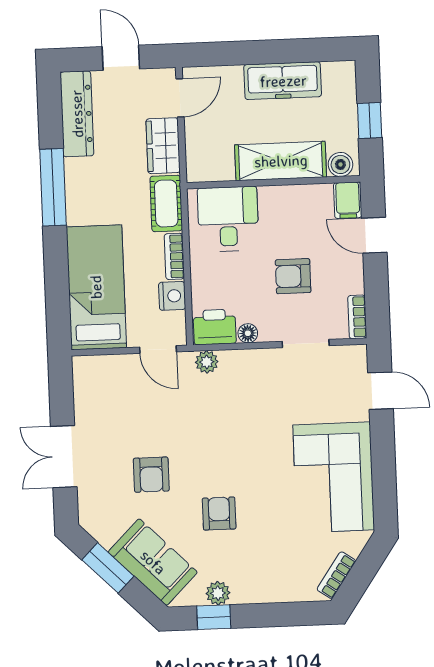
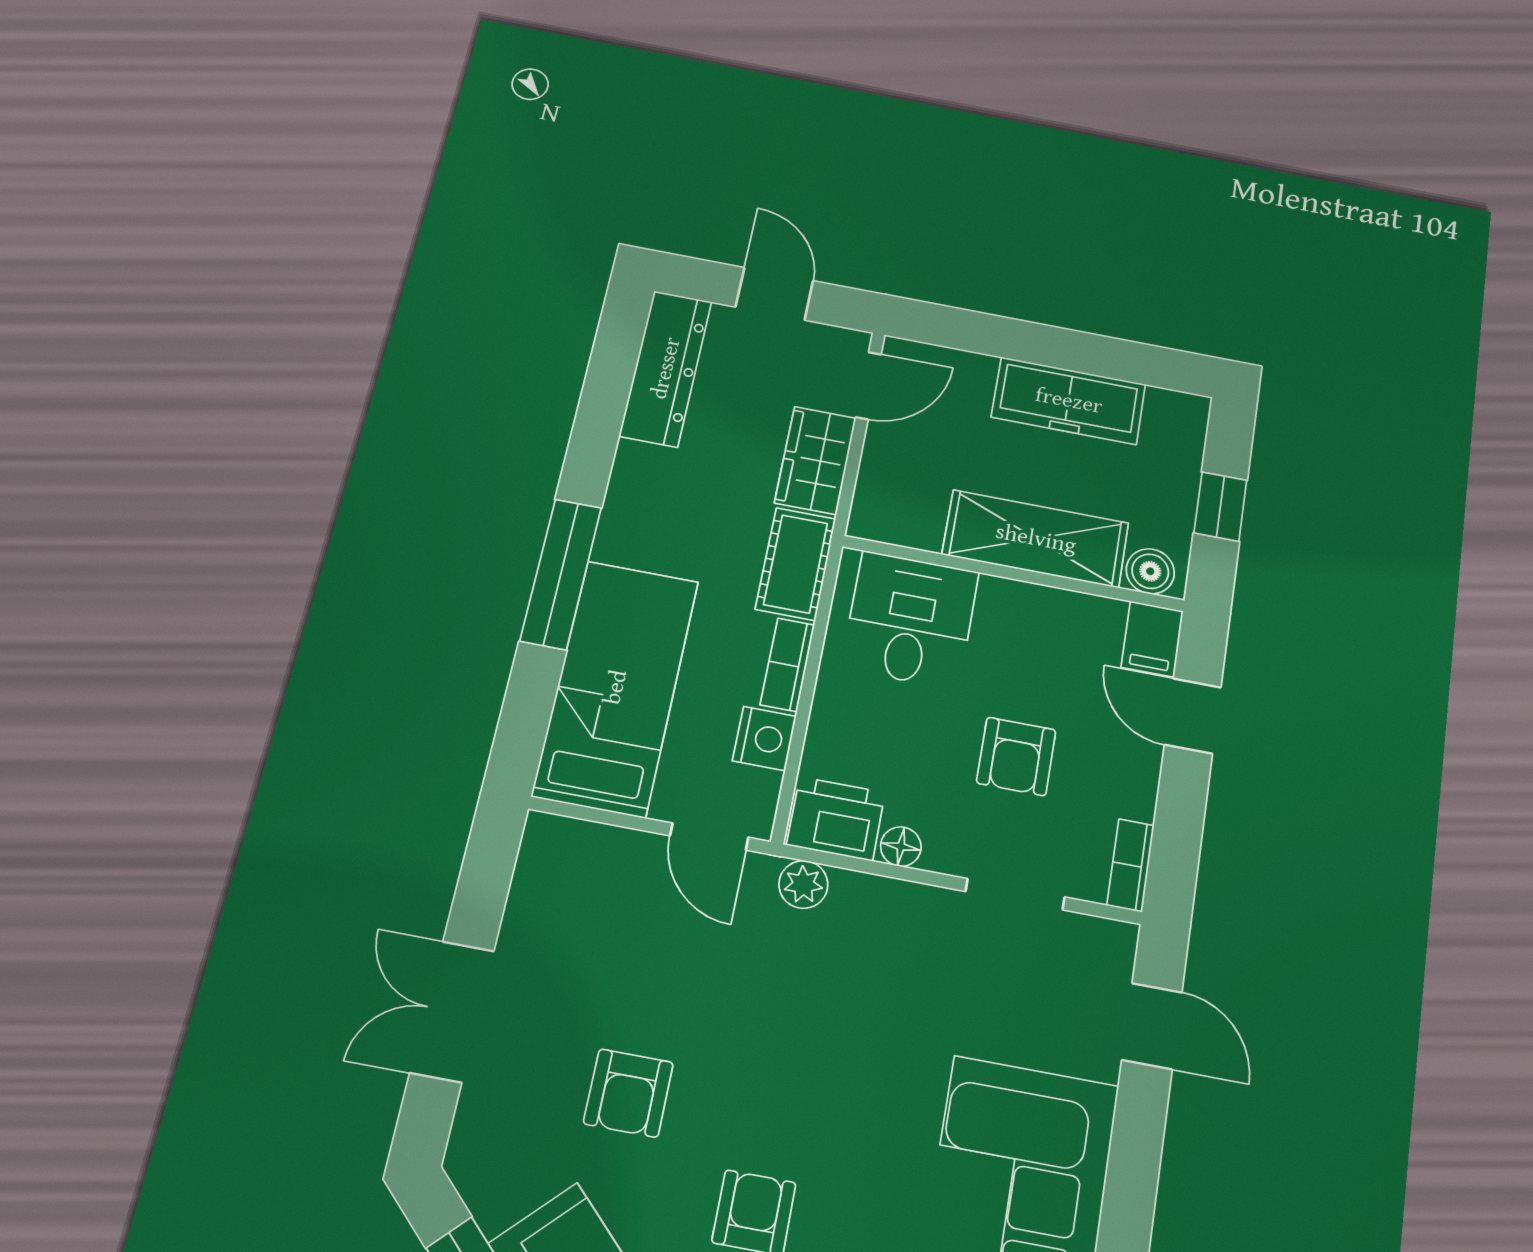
window: (53, 187) -> (561, 574), moved
armchair: (293, 276) -> (1016, 756), turned -90

